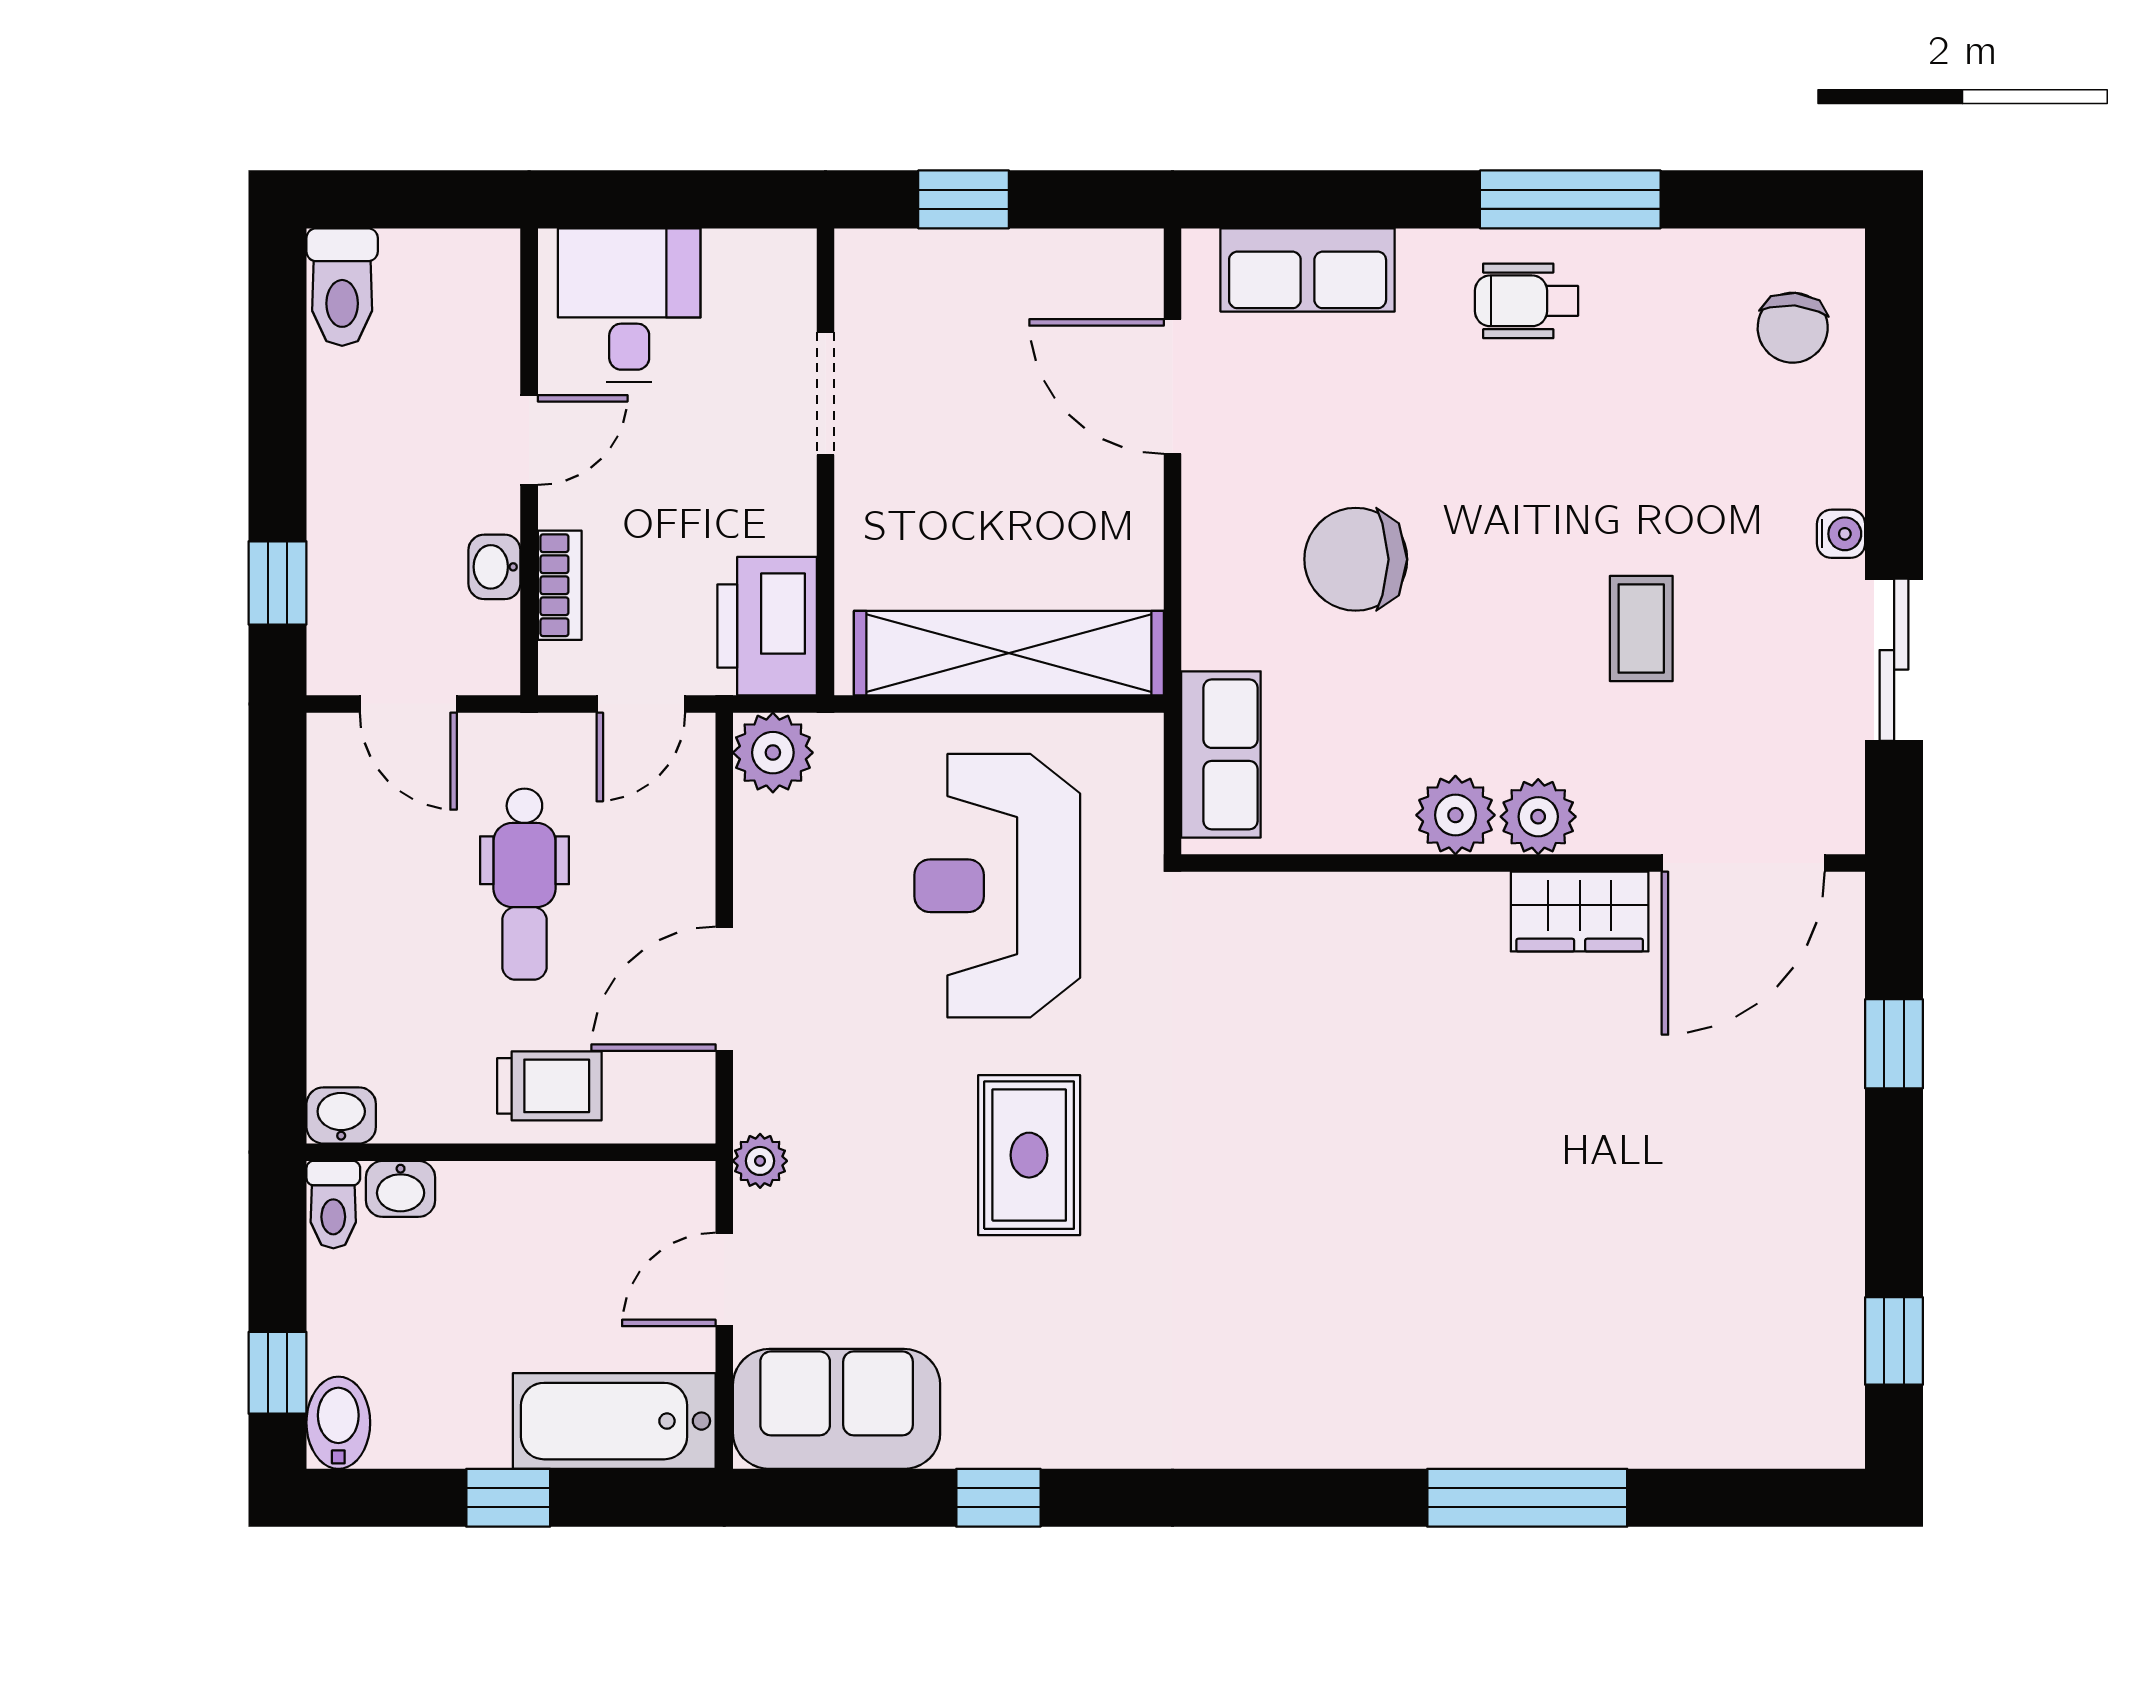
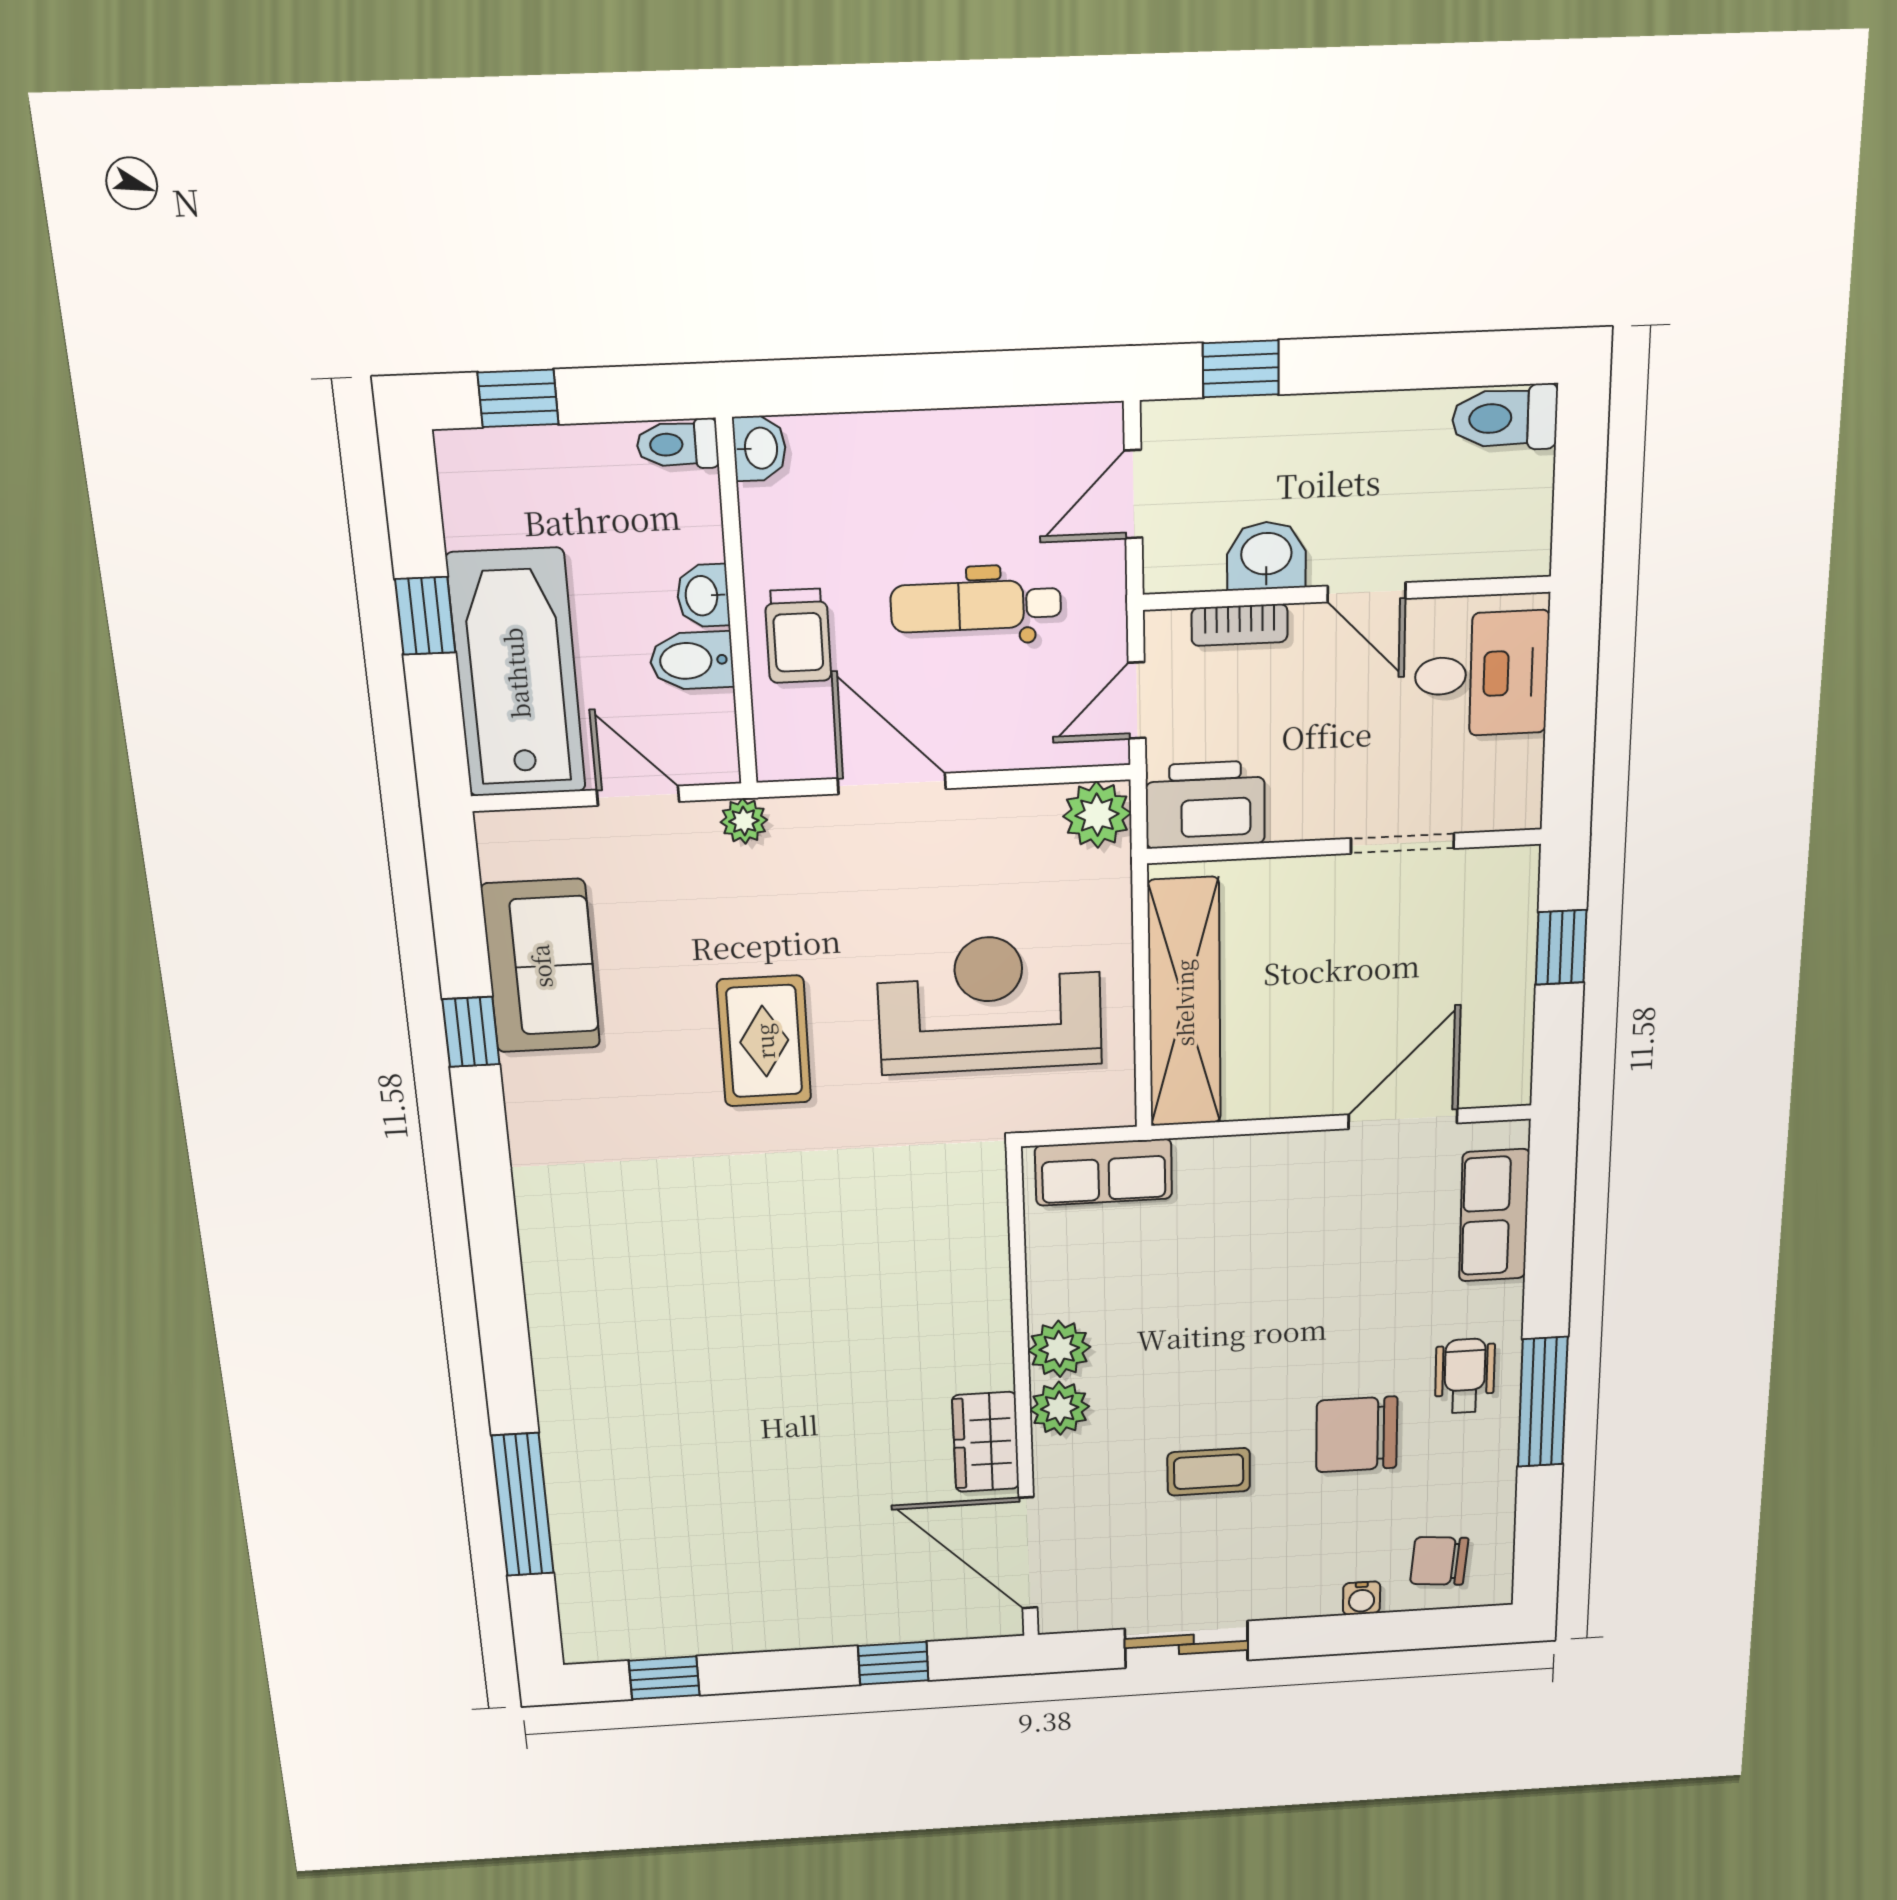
water cooler: (1841, 534) -> (1362, 1598), moved
chair: (1356, 559) -> (1357, 1434), moved, turned -90
washbasin: (494, 567) -> (1266, 556), width x1.38, depth x1.45
door: (641, 704) -> (1137, 700), hinge flipped
rug: (1029, 1155) -> (764, 1041), turned 90
washbasin: (401, 1189) -> (703, 596), moved
sofa: (837, 1409) -> (541, 966), moved
bathtub: (614, 1421) -> (516, 673), width x1.36, depth x1.36
bidet: (338, 1423) -> (692, 661), moved, turned 180
window: (1527, 1498) -> (523, 1505), moved

